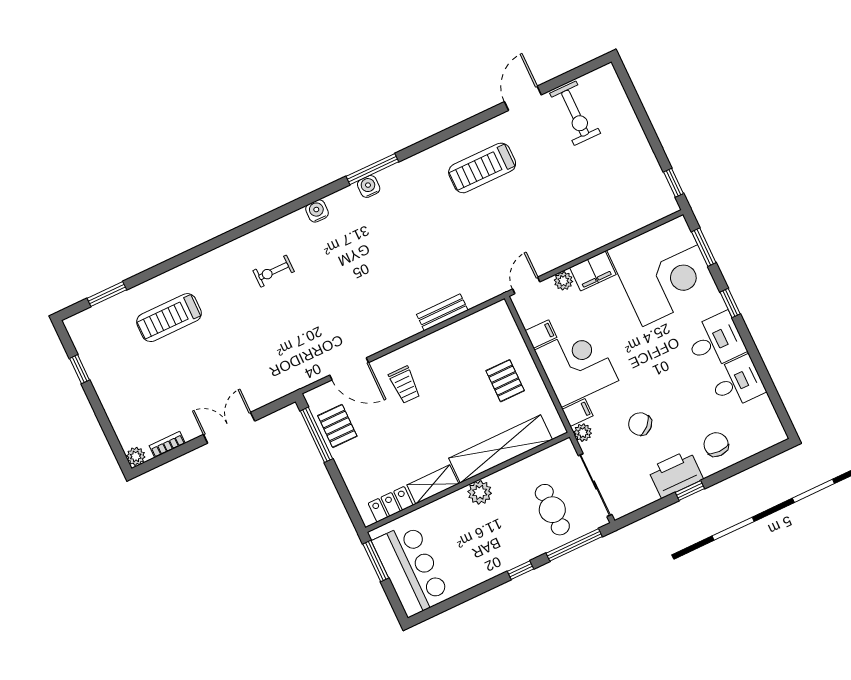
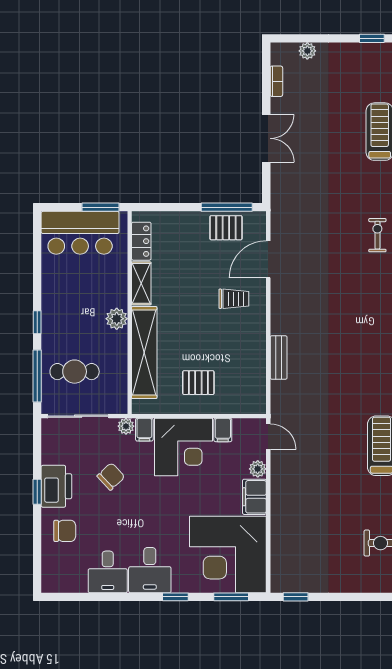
trolley: (405, 385) -> (234, 299), turned 180
plant: (136, 456) -> (307, 51), moved

